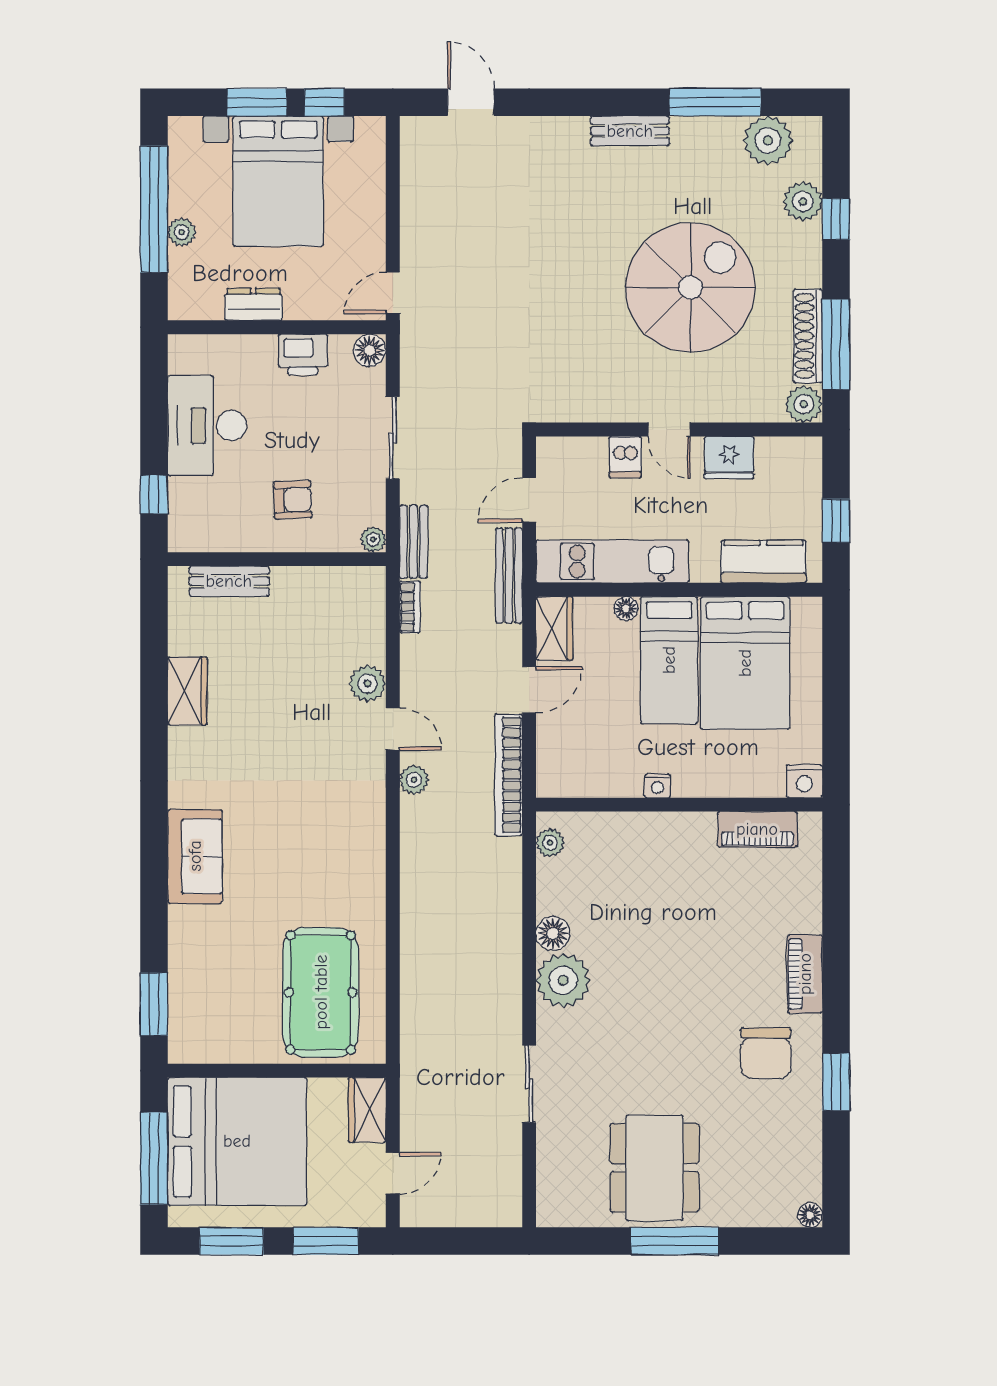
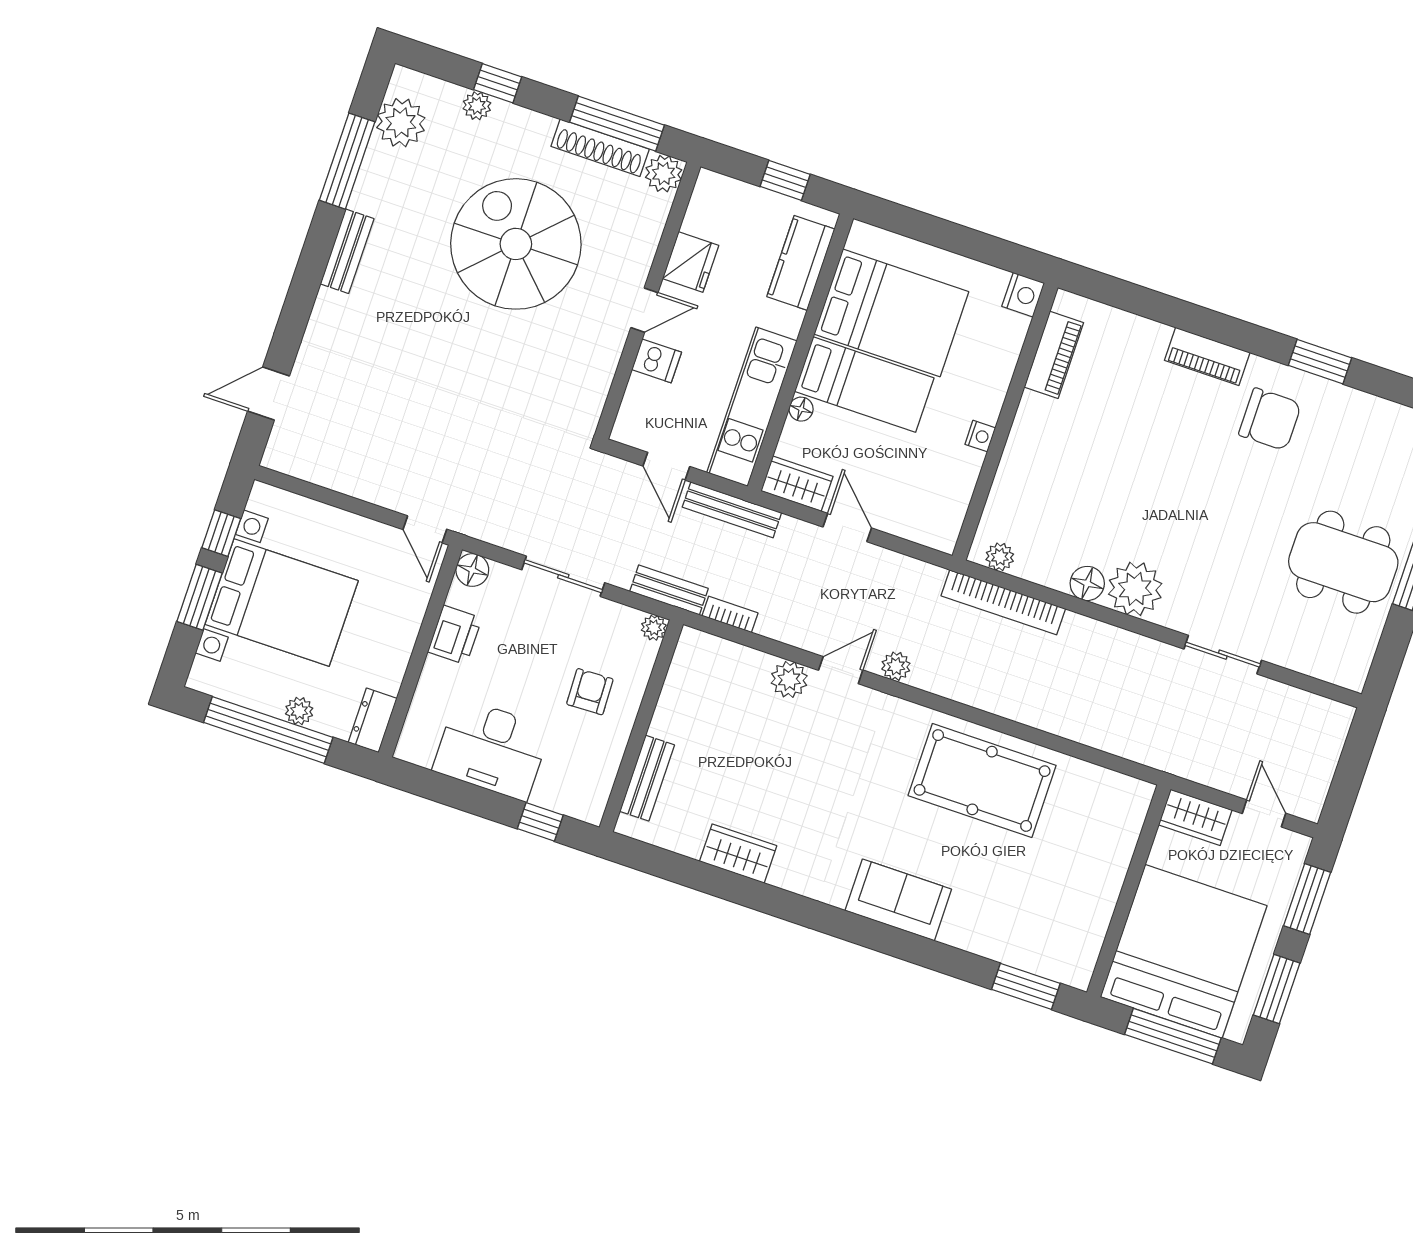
plant: (803, 201) -> (477, 106), width x0.73, depth x0.73
dresser: (253, 304) -> (373, 720), moved
bookcase: (508, 775) -> (1003, 602), moved
pool table: (321, 992) -> (982, 781), moved

